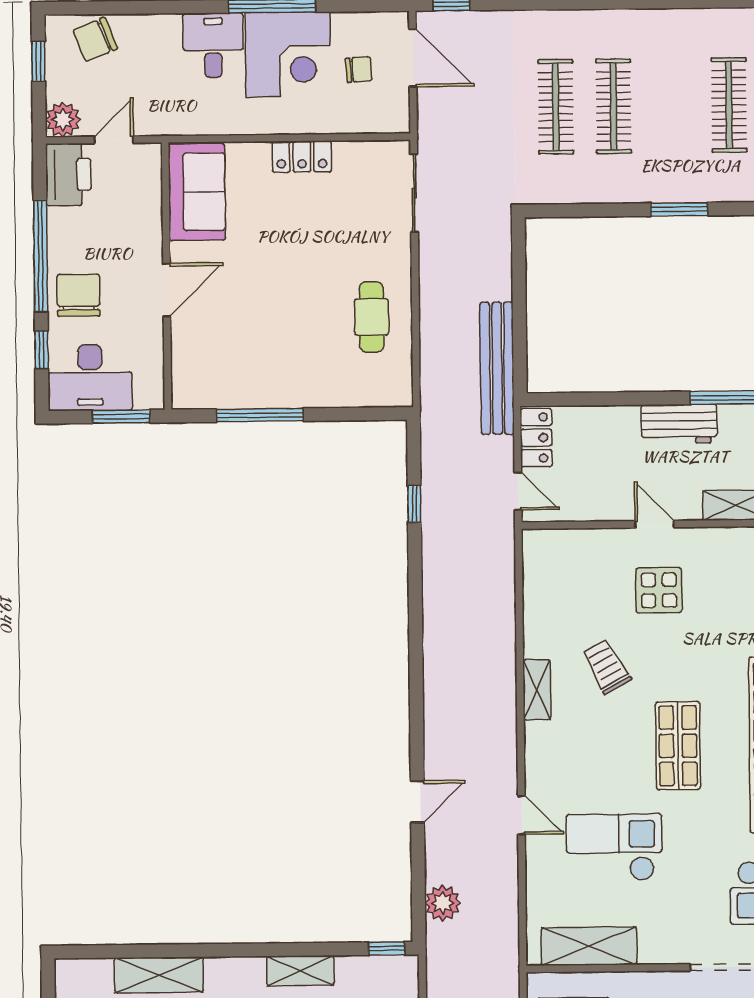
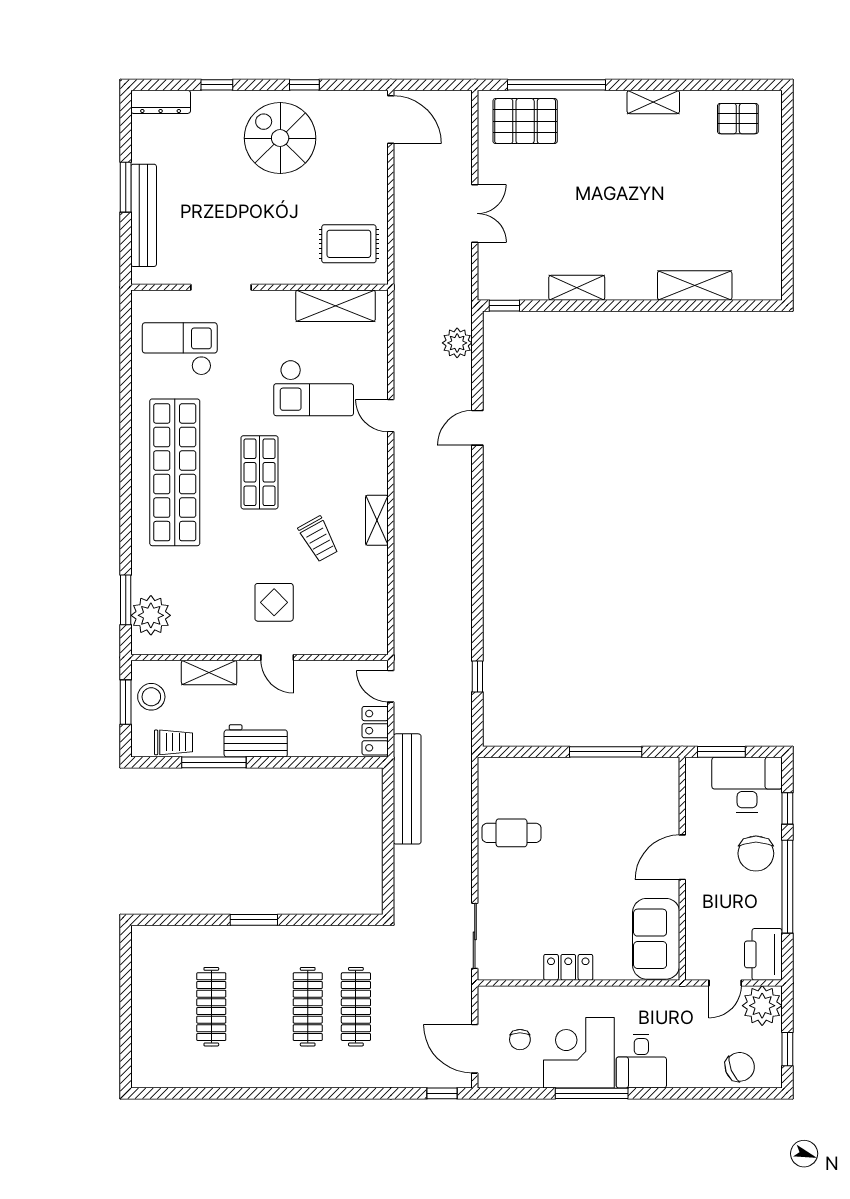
chair: (359, 69) -> (520, 1040), turned -86
plant: (63, 120) -> (762, 1006), width x1.36, depth x1.36
cafe table: (372, 317) -> (511, 833), turned 90

